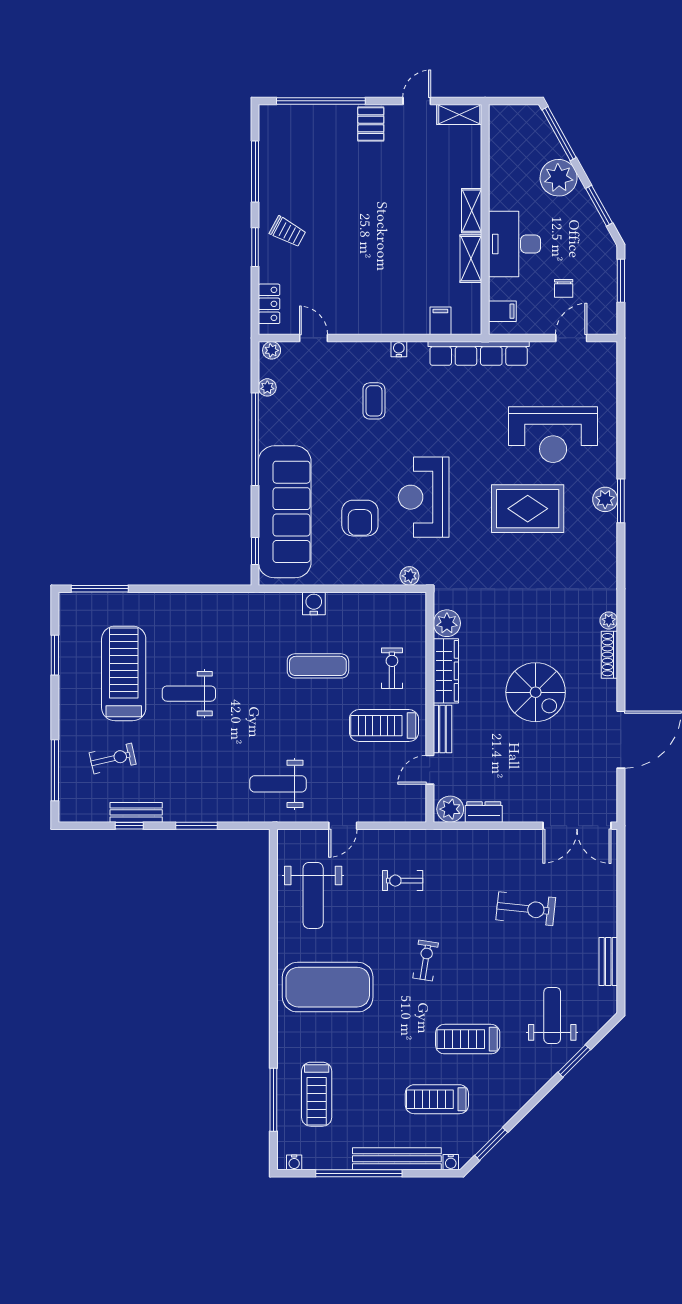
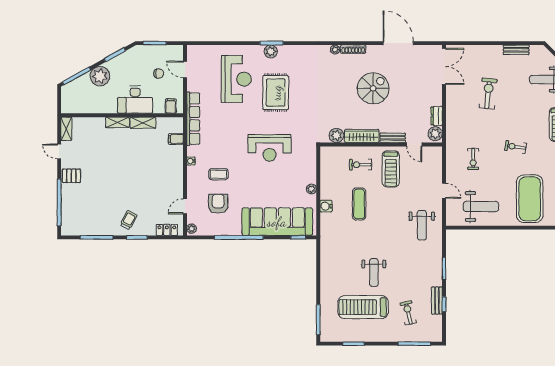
plant: (267, 387) -> (211, 231), removed
armchair: (360, 518) -> (218, 204), moved, turned -90
plant: (409, 576) -> (311, 189), moved

